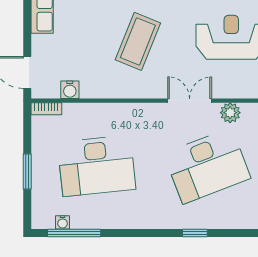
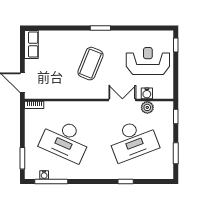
water cooler: (70, 90) -> (147, 93), moved
desk: (97, 166) -> (65, 140), turned 30
window: (27, 172) -> (22, 158), moved

